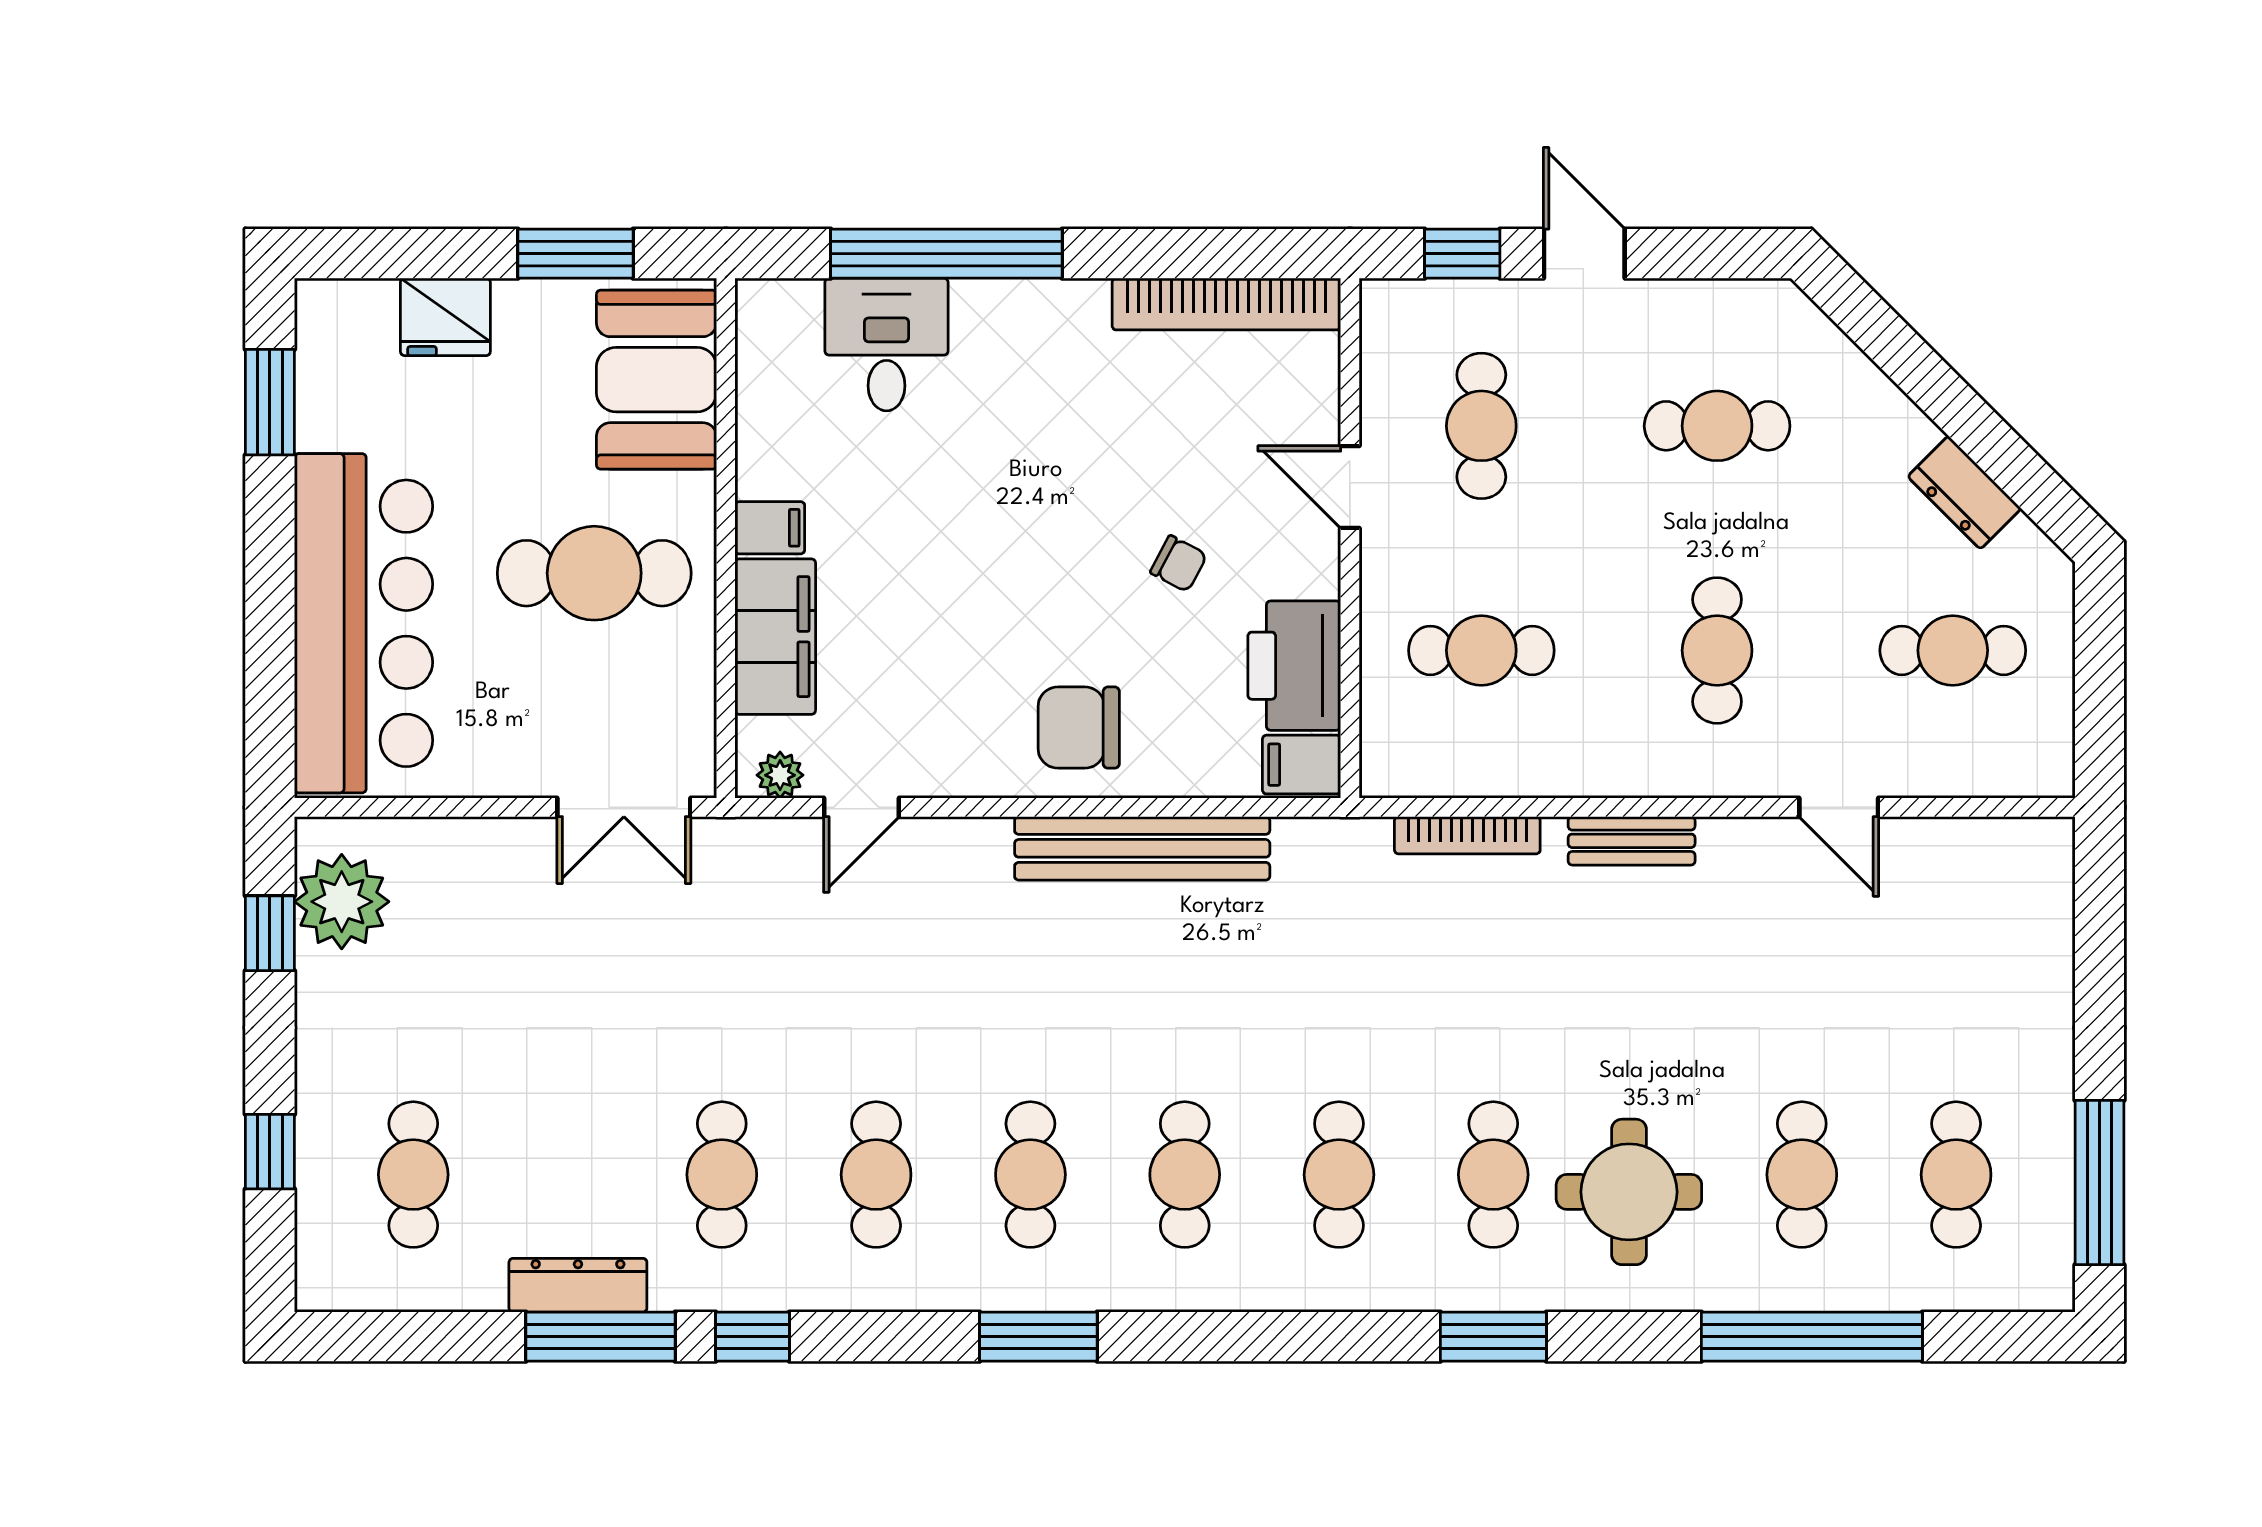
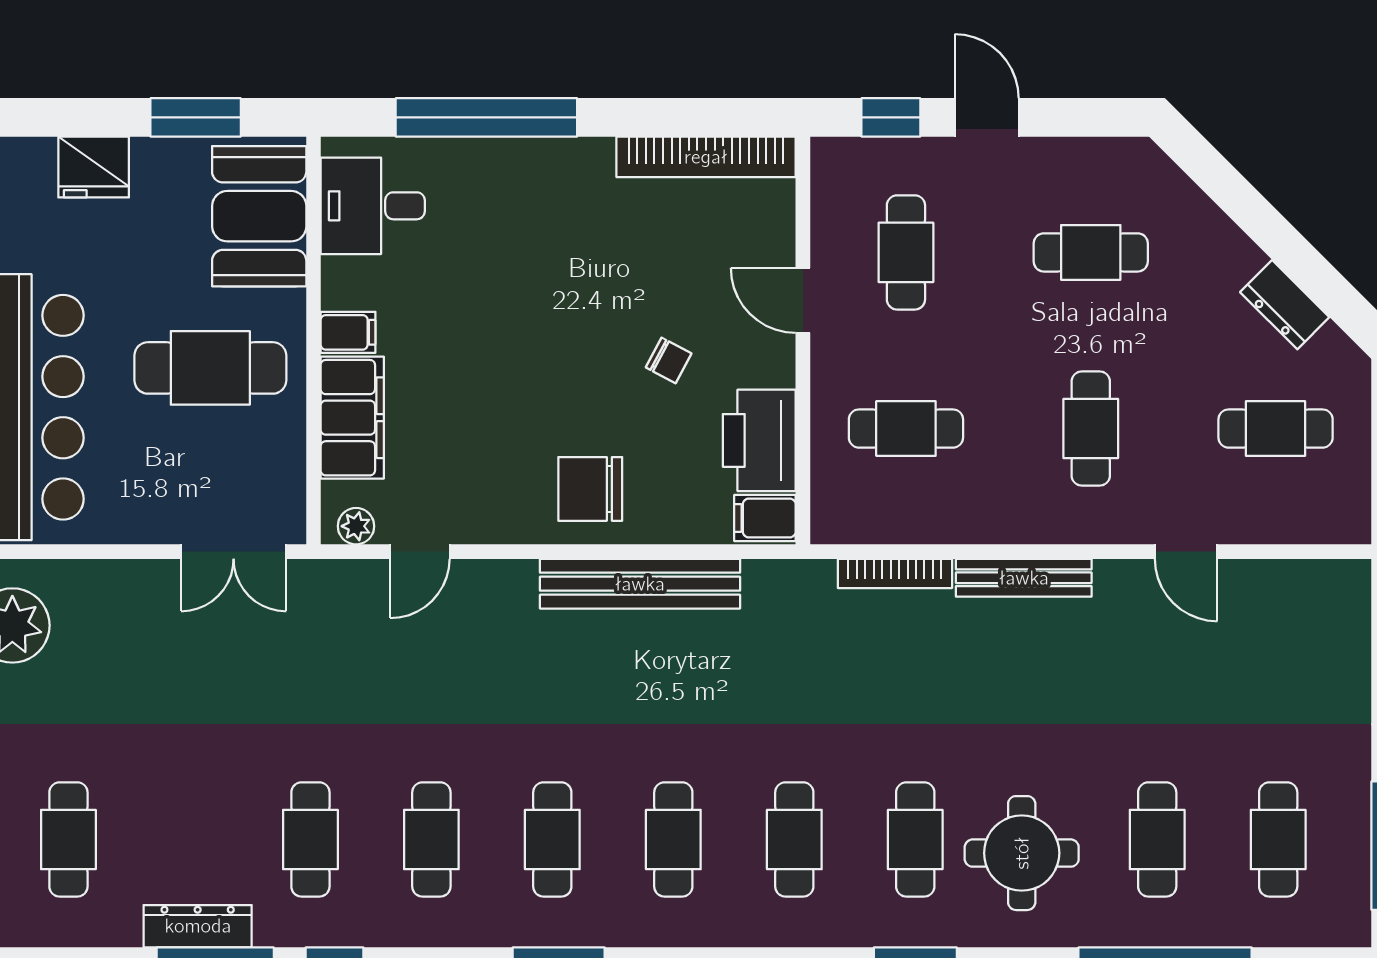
desk: (887, 344) -> (373, 206), moved, turned -90
bench: (1632, 841) -> (1024, 578), width x1.36

